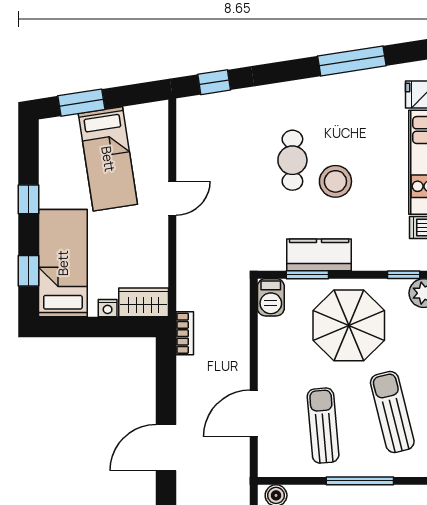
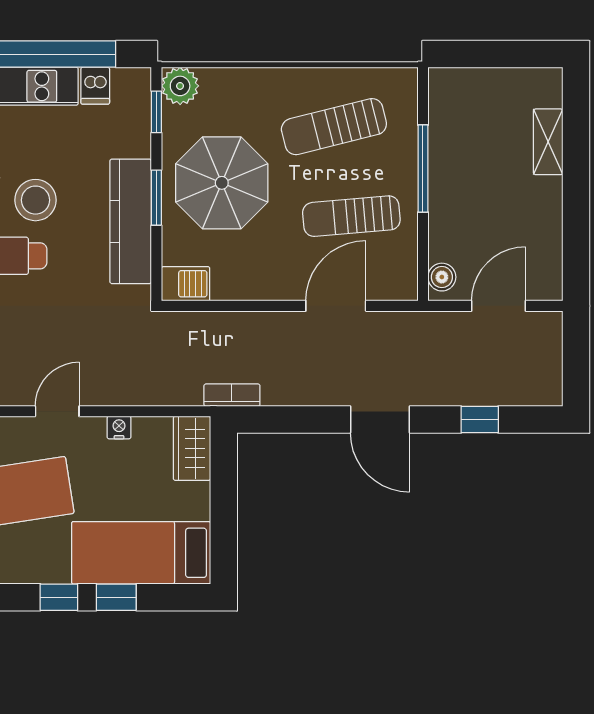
door: (172, 198) -> (57, 411), hinge flipped
kitchen counter: (319, 255) -> (131, 221), width x1.50
window: (29, 271) -> (116, 597), moved
window: (307, 275) -> (156, 198), moved
nightstand: (108, 308) -> (119, 427), moved, turned -90
door: (254, 413) -> (336, 306), swing flipped

